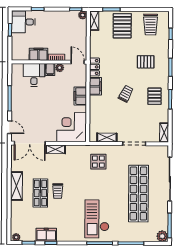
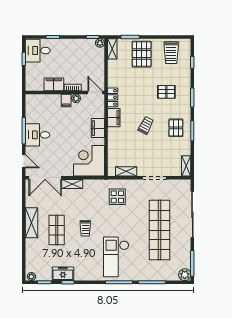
desk: (34, 75) -> (38, 135), moved, turned -90
trolley: (58, 191) -> (85, 228), moved

